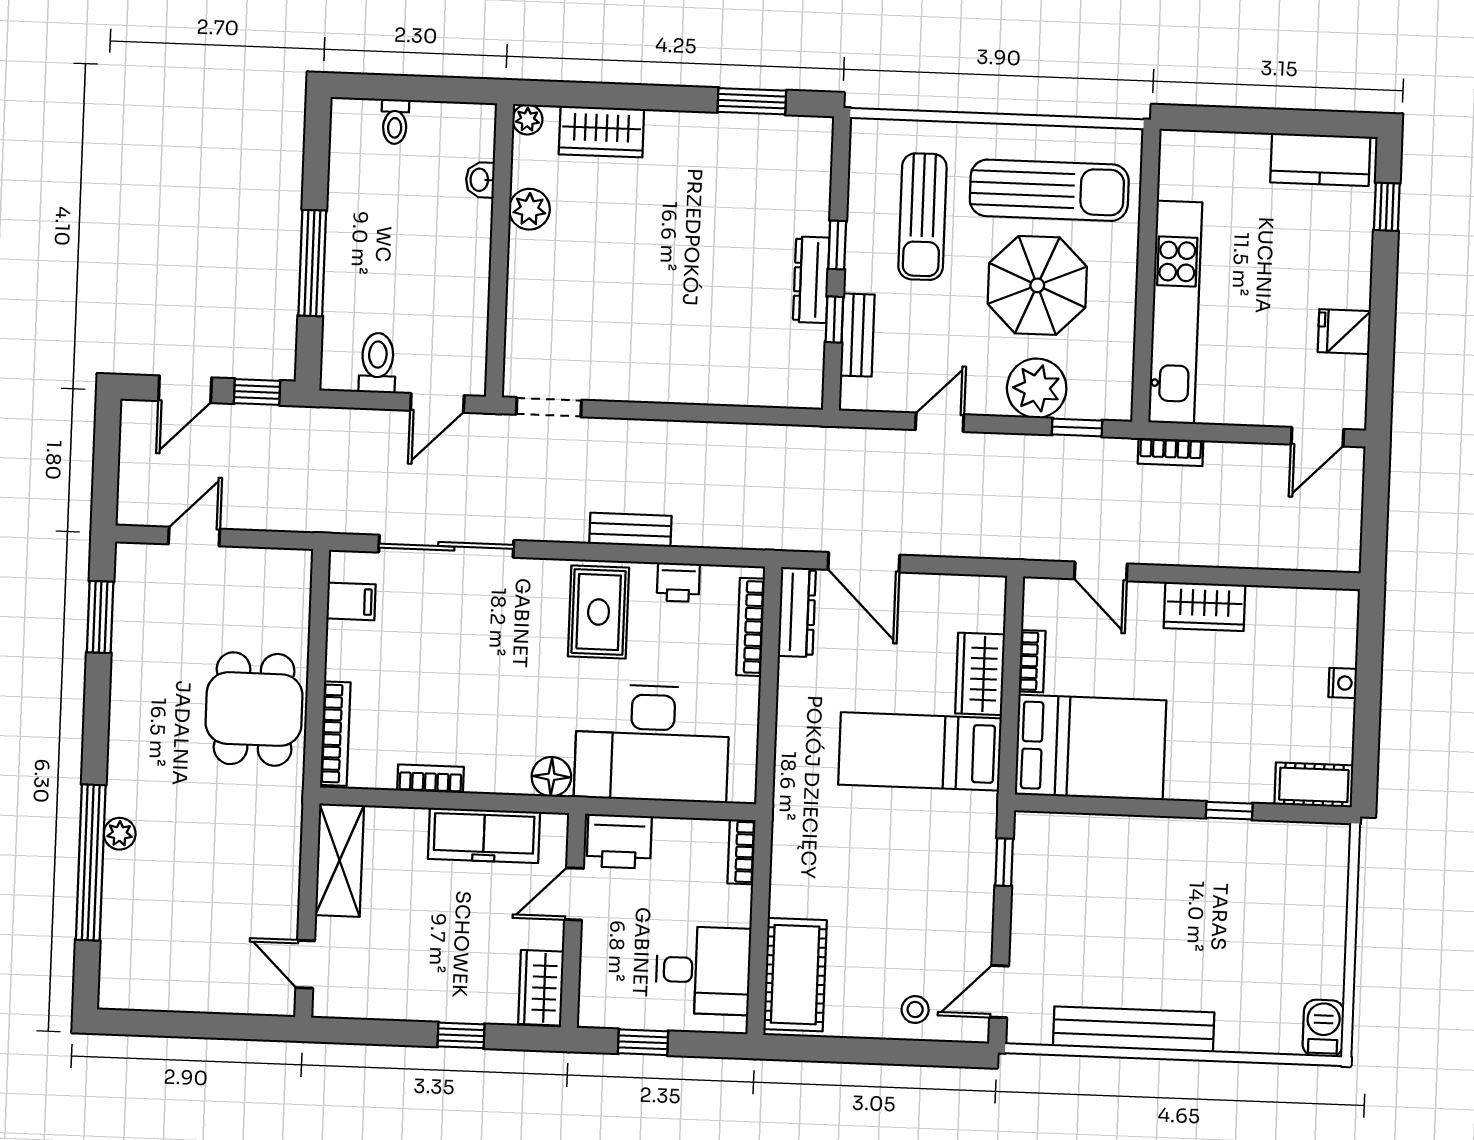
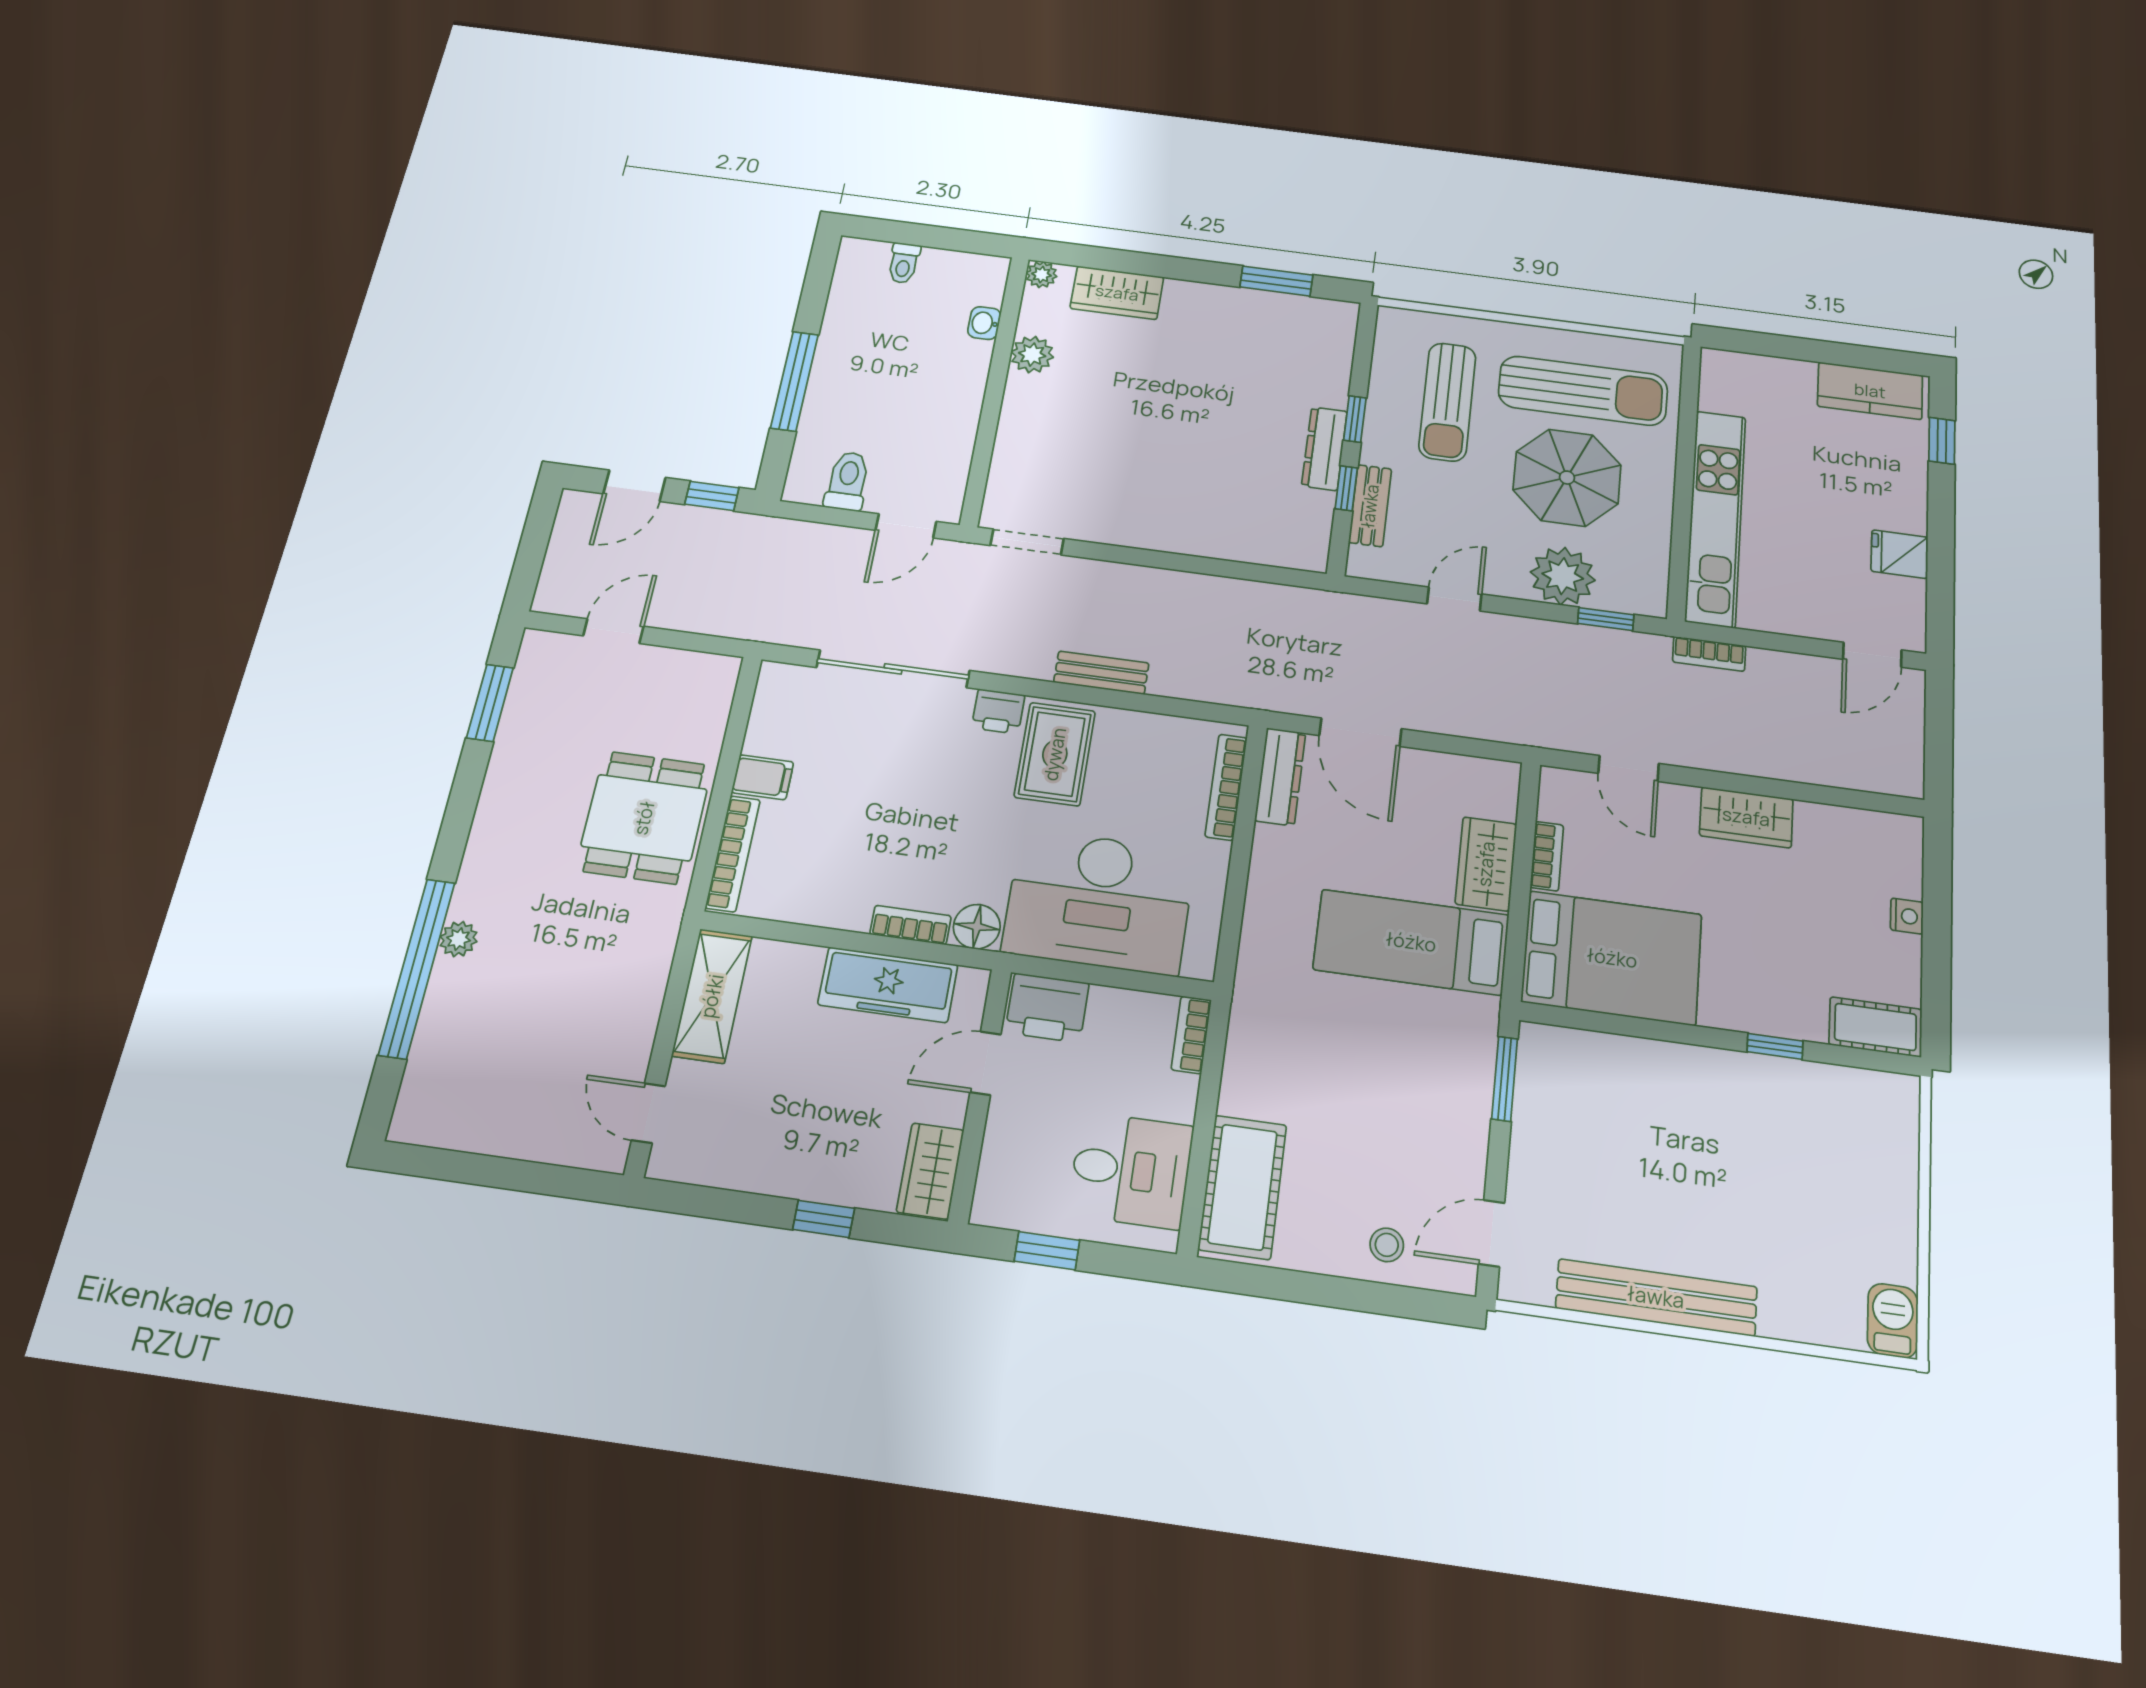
printer: (678, 582) -> (998, 711), moved
filing cabinet: (351, 601) -> (763, 777), moved
bookcase: (430, 779) -> (910, 925), moved
window: (1004, 862) -> (1505, 1079), width x1.50

